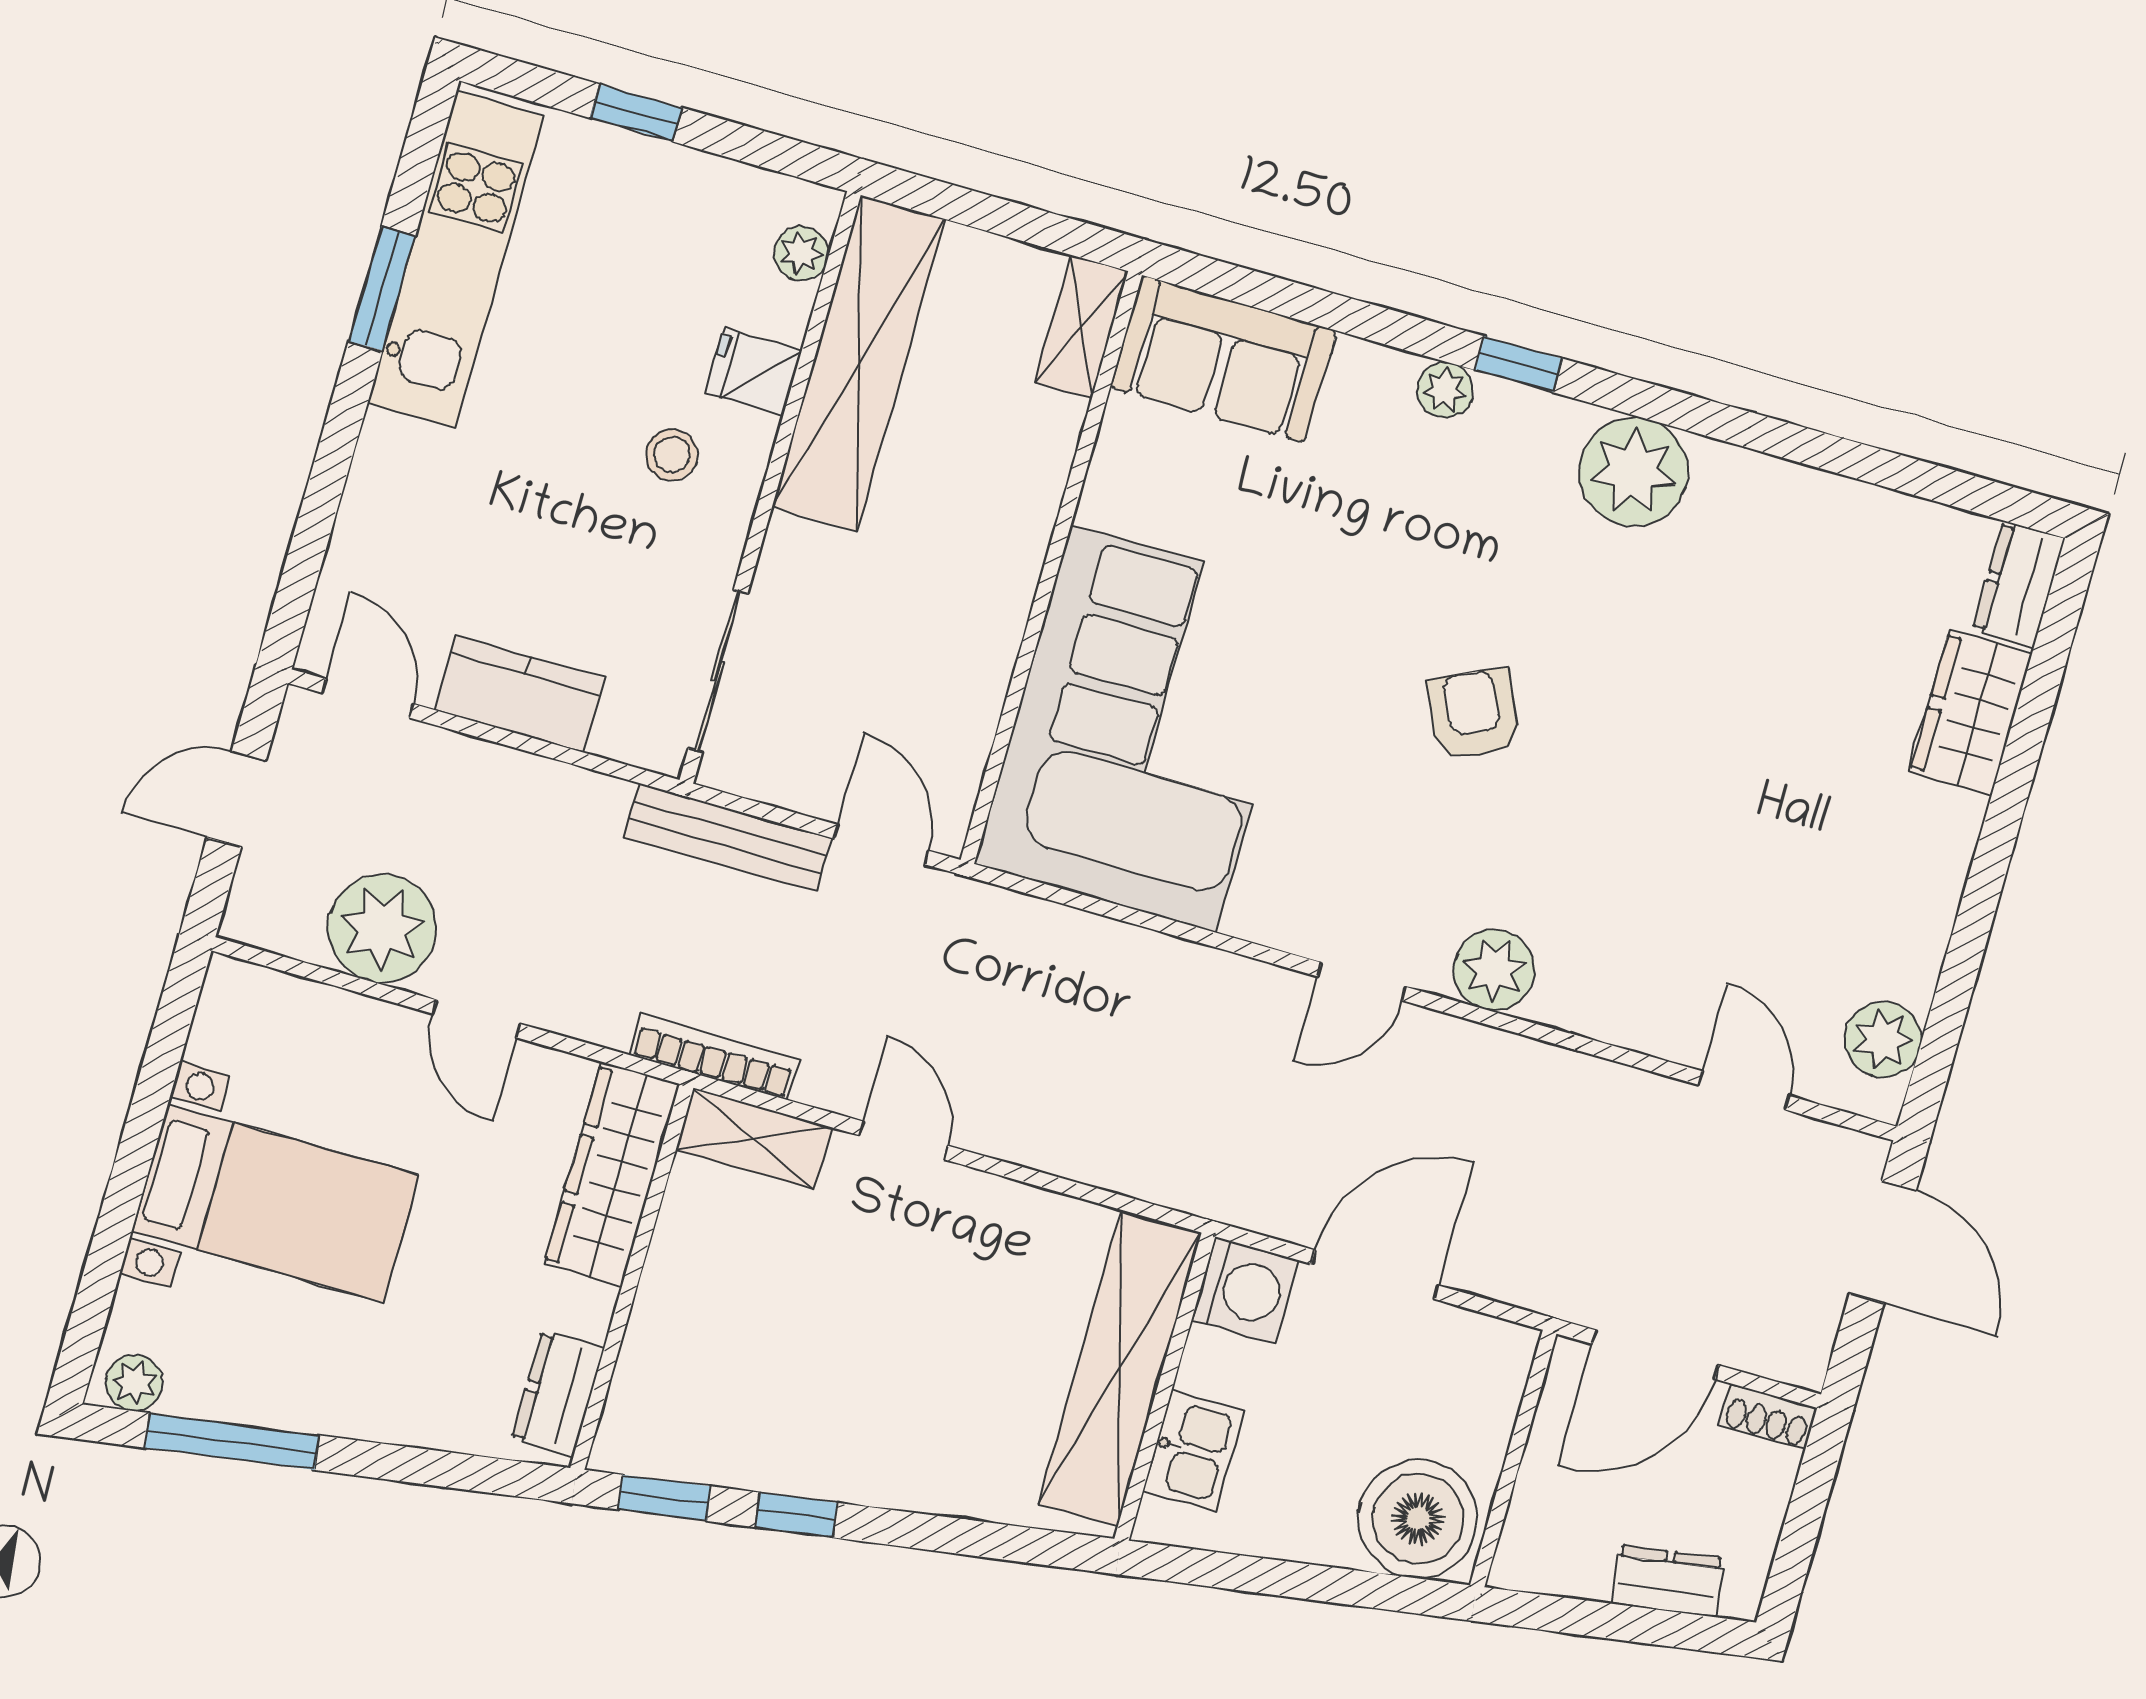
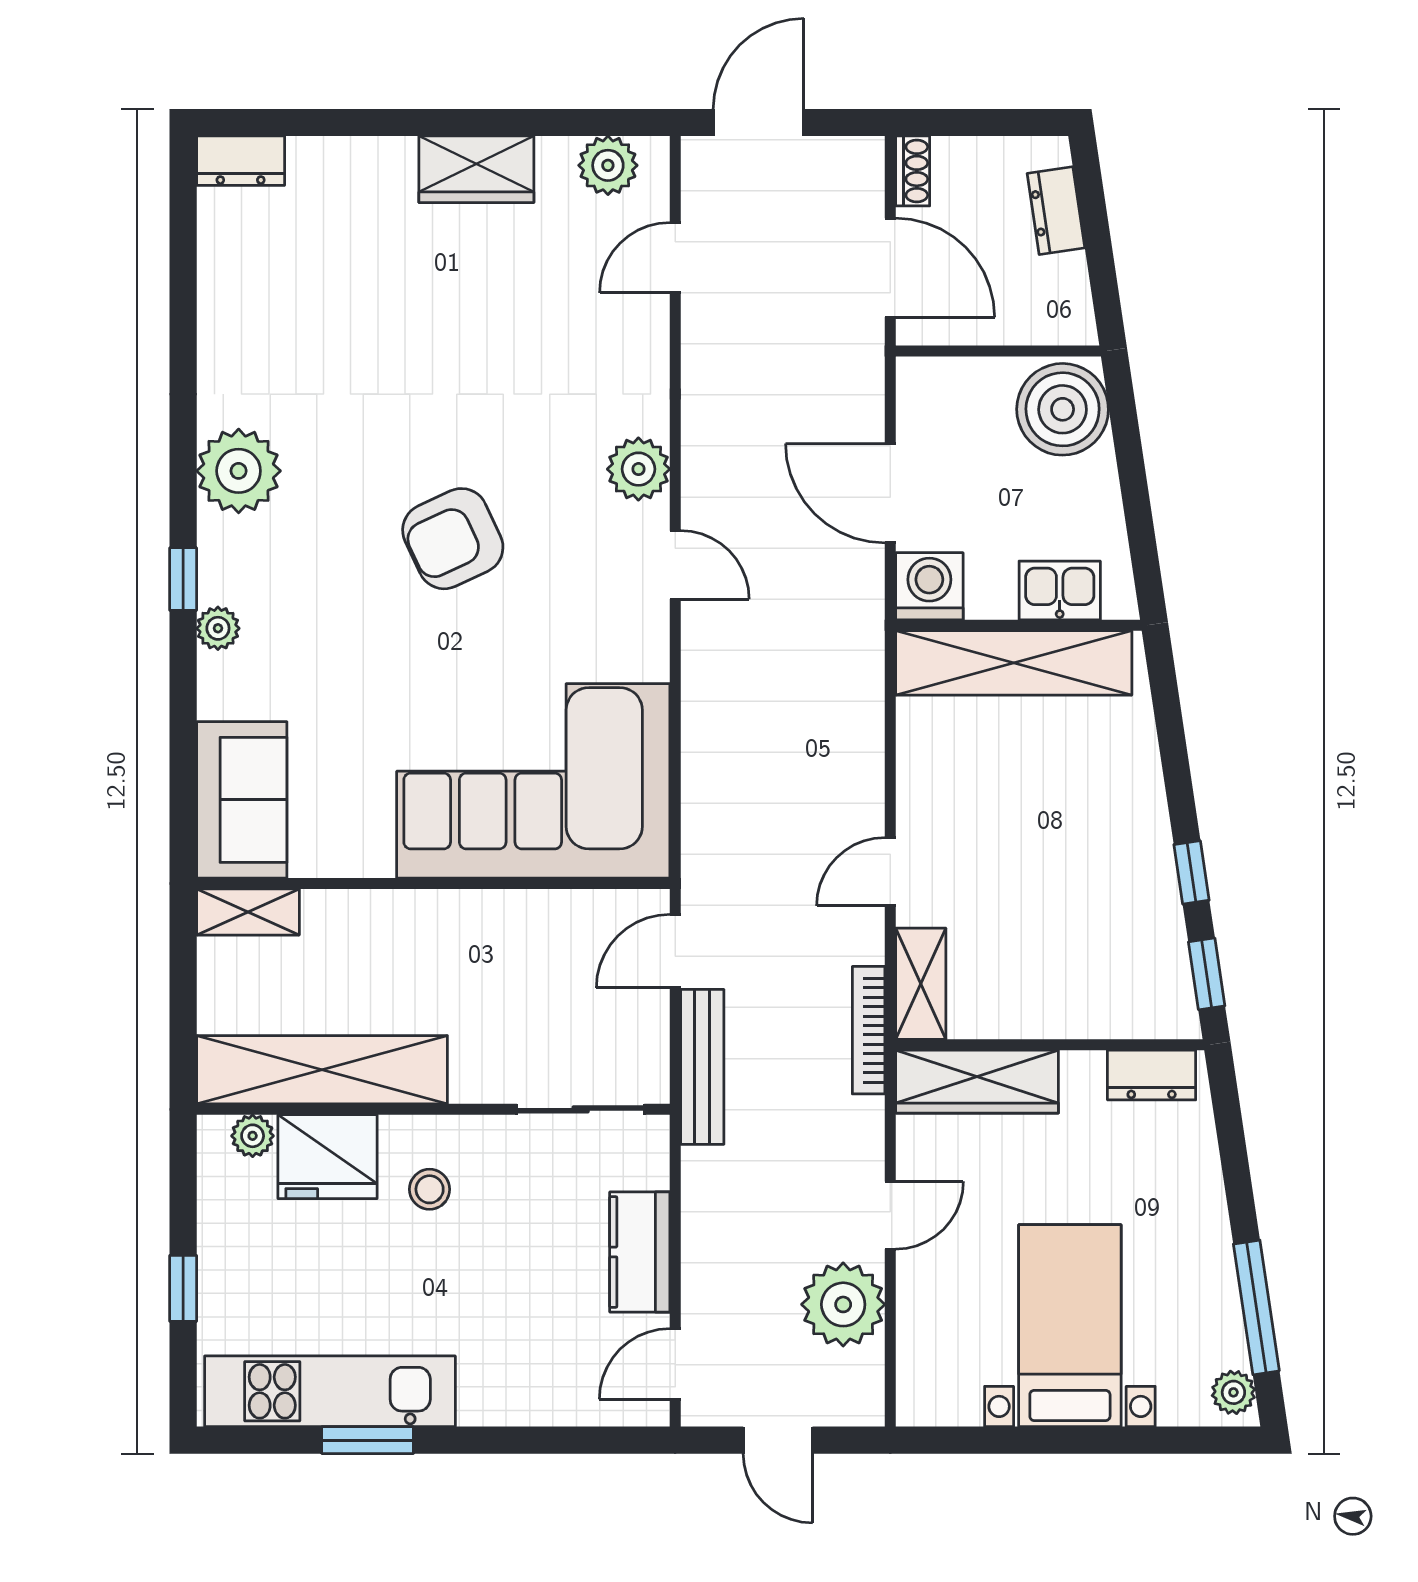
fridge: (754, 372) -> (327, 1157), width x1.88, depth x1.34
wardrobe: (1971, 713) -> (476, 169), moved
armchair: (1473, 714) -> (453, 539), width x1.38, depth x1.38

